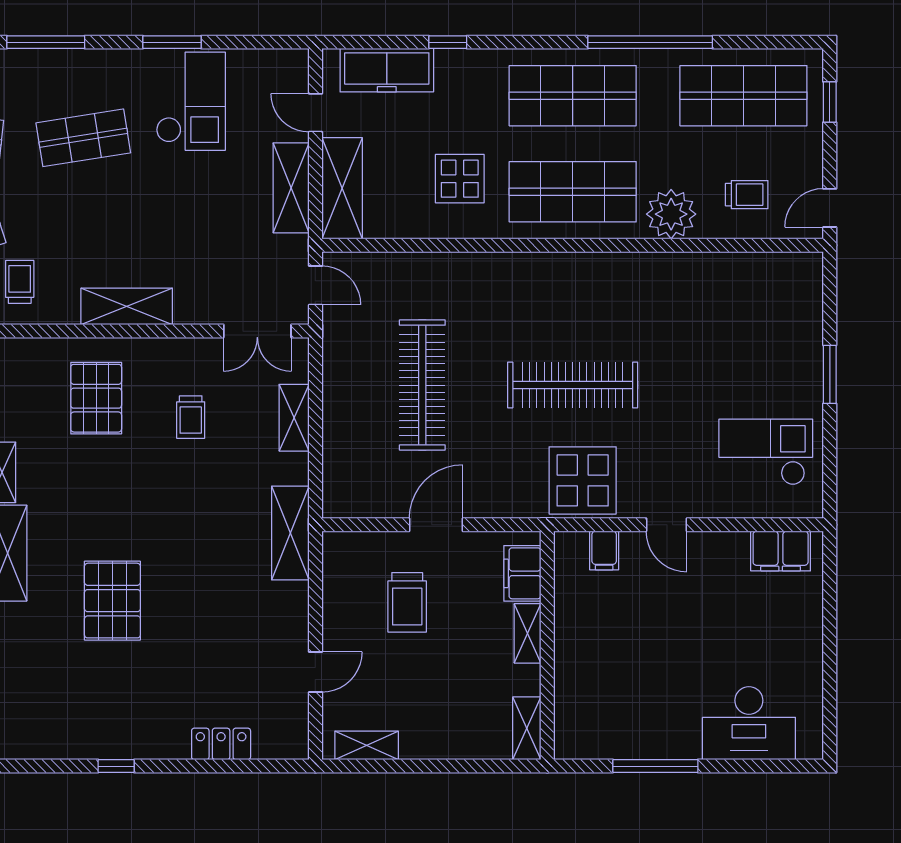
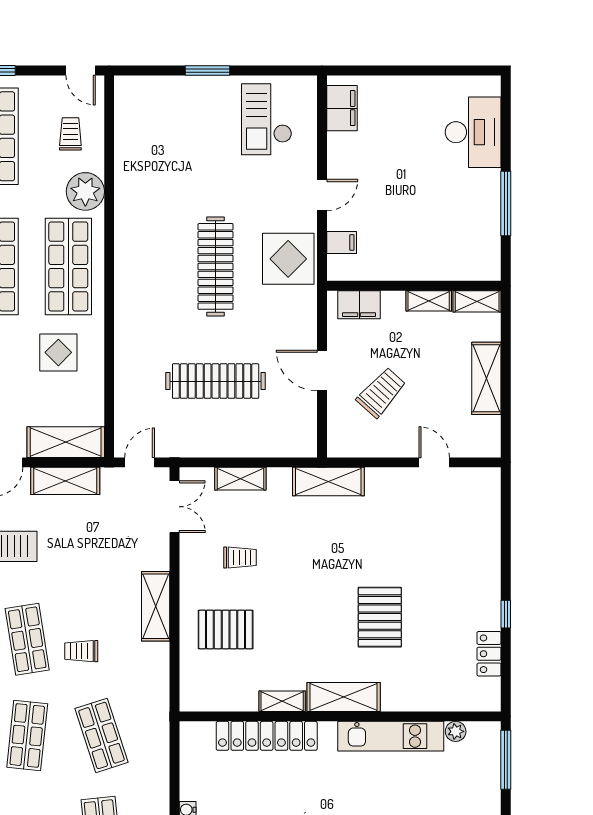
trolley: (20, 282) -> (81, 651), moved
pallet: (112, 601) -> (380, 617), turned 90
trolley: (407, 602) -> (381, 393), turned -48
shelving: (528, 633) -> (429, 301), moved
locker: (221, 744) -> (489, 654), moved
shelving: (367, 745) -> (486, 378), moved, width x1.50, depth x1.33

